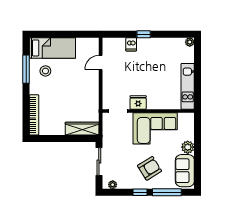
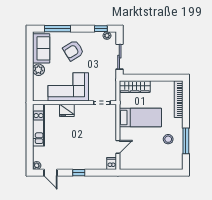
door: (175, 34) -> (50, 173), added
dishwasher: (131, 44) -> (112, 163), moved
bed: (52, 48) -> (140, 118), moved, turned 180
fridge: (138, 102) -> (67, 110), moved
window: (140, 192) -> (101, 29), moved

